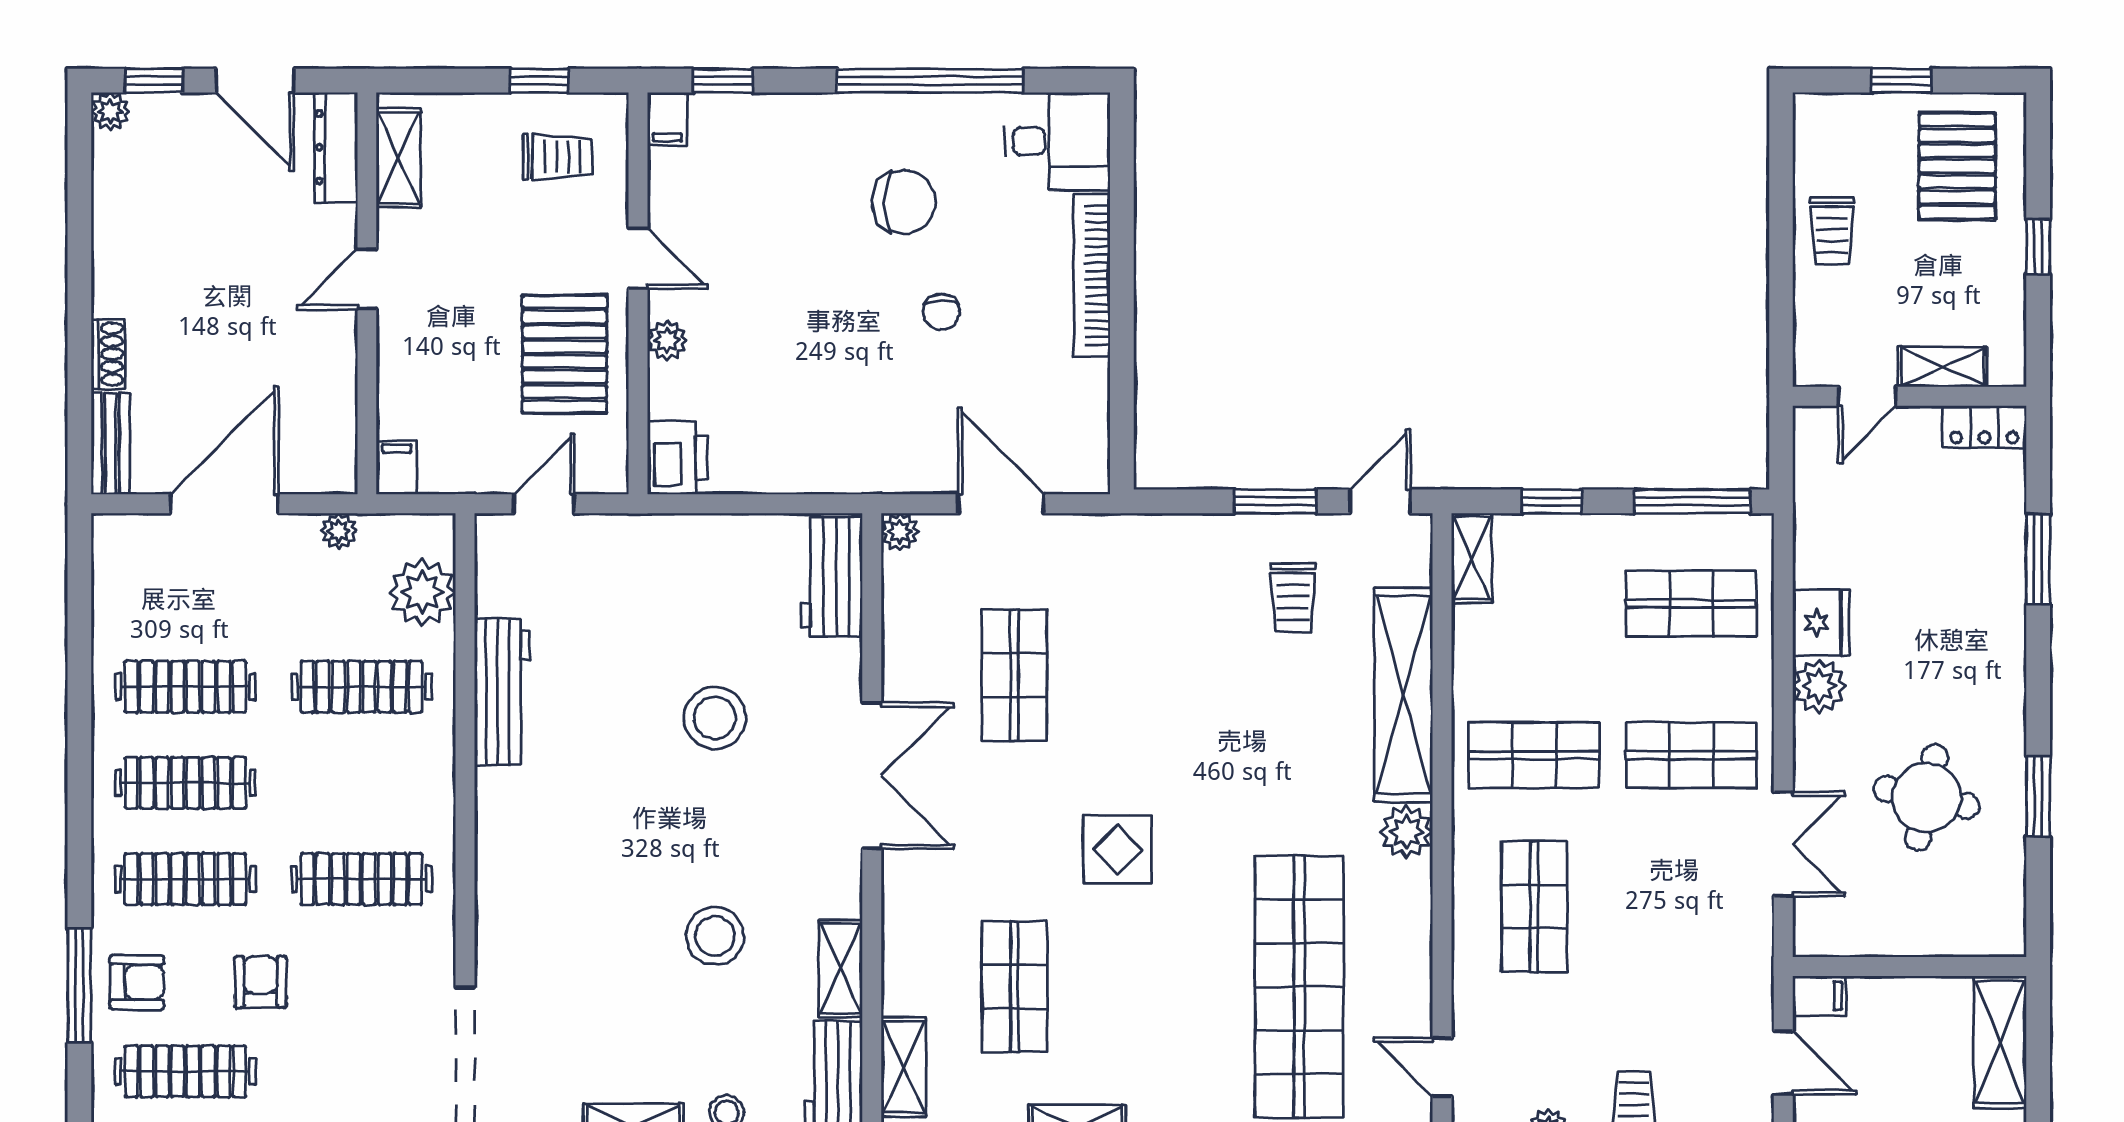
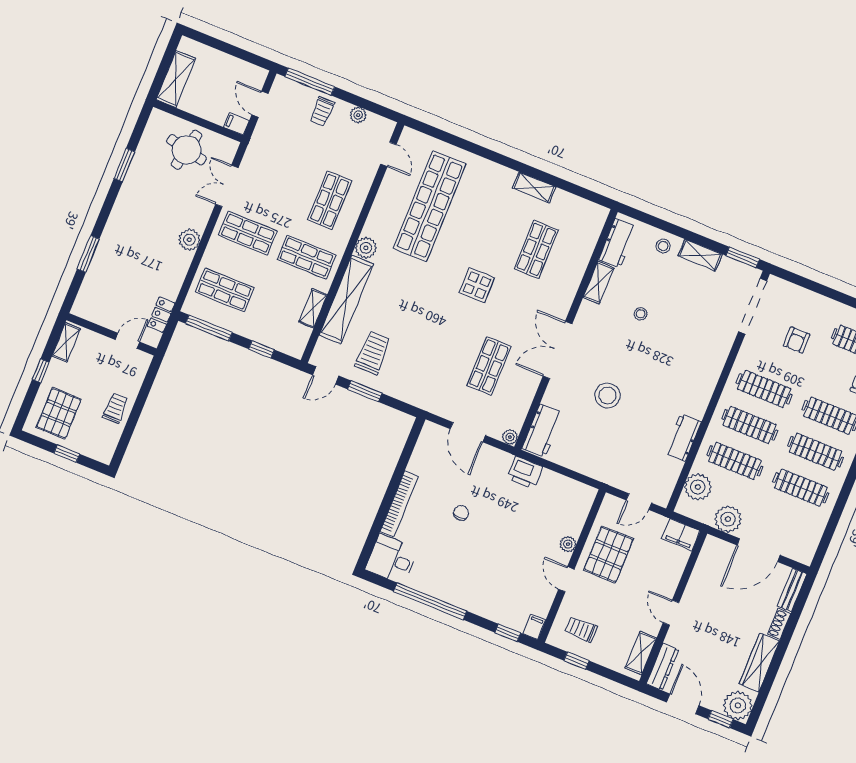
plant: (110, 112) -> (738, 705), width x1.87, depth x1.87
chair: (904, 202) -> (458, 560), removed
wardrobe: (118, 247) -> (759, 662), added
door: (367, 279) -> (671, 613), swing flipped
shelving: (1943, 367) -> (66, 342), moved, turned 90
locker: (1984, 427) -> (161, 315), moved, turned -90
printer: (678, 458) -> (525, 473), moved, turned -90
filing cabinet: (397, 467) -> (681, 535), width x2.00
plant: (339, 531) -> (728, 519), width x1.87, depth x1.87
shelving: (1472, 558) -> (313, 308), moved
trolley: (1293, 597) -> (373, 353), width x1.36, depth x1.39
fridge: (1821, 623) -> (179, 263), removed
workbench: (502, 692) -> (683, 438), width x0.73
clothes rail: (361, 783) -> (750, 425), added
round table: (1927, 797) -> (187, 150), moved
stool: (715, 936) -> (641, 314), width x0.53, depth x0.53
armchair: (260, 982) -> (797, 340), moved
shelving: (904, 1067) -> (590, 236), removed

